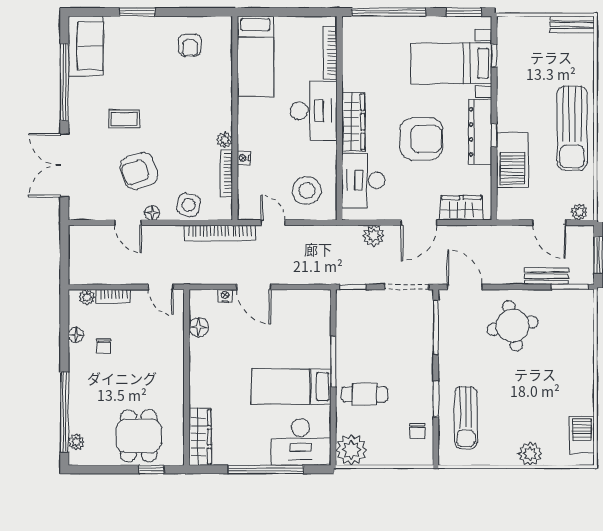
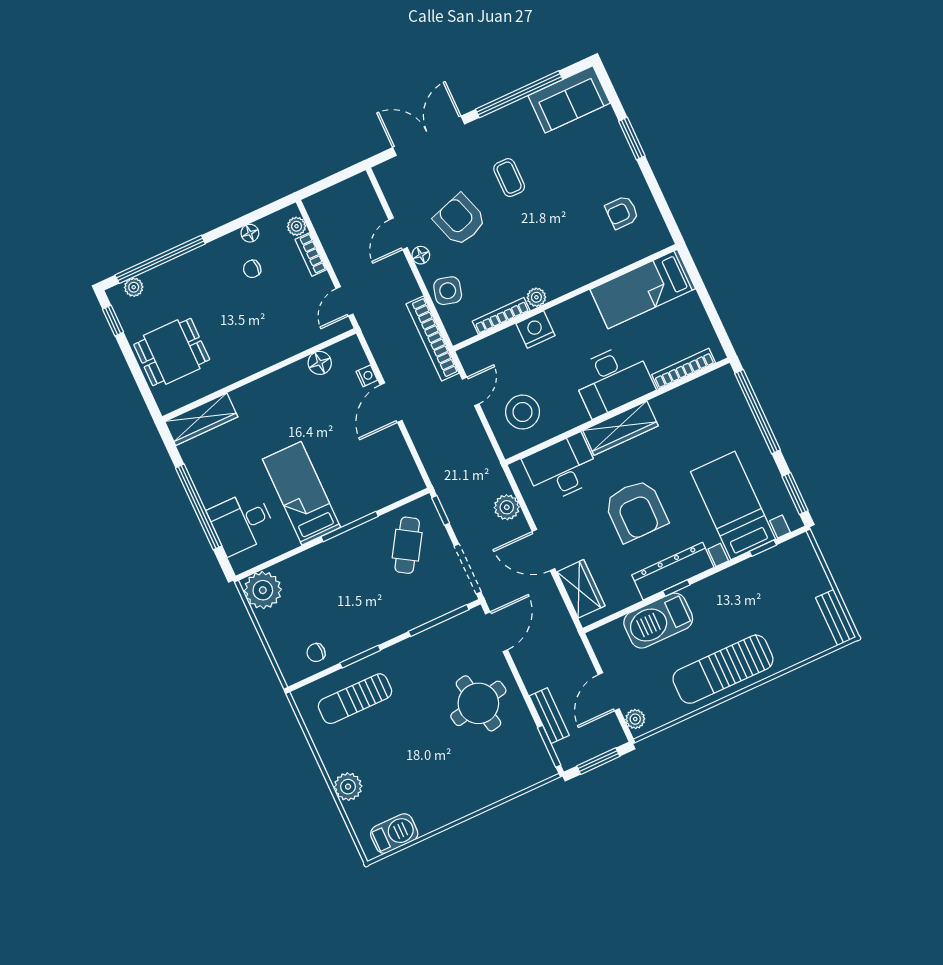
nightstand: (244, 158) -> (535, 330), width x1.89, depth x1.79
cafe table: (364, 394) -> (407, 545), moved, turned 32
desk: (301, 442) -> (242, 522), width x0.73
window: (152, 469) -> (113, 321), moved

